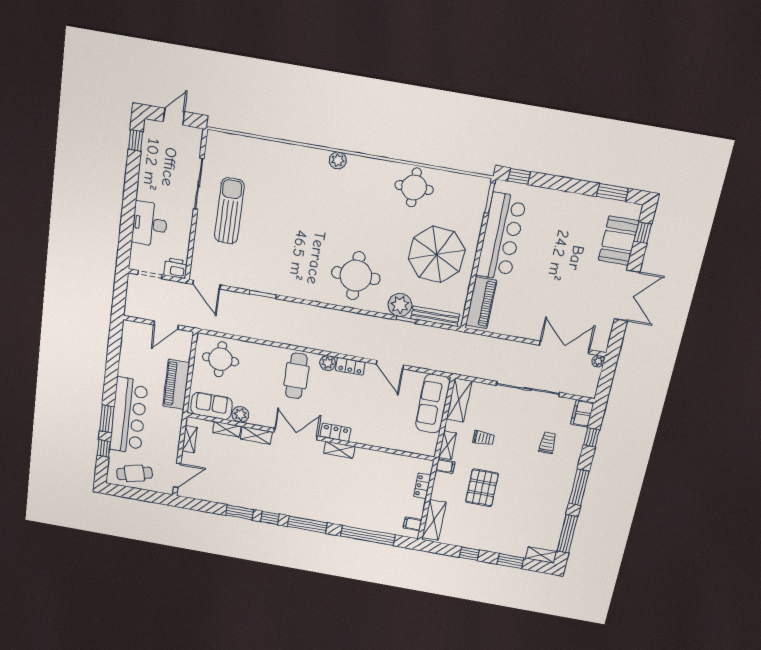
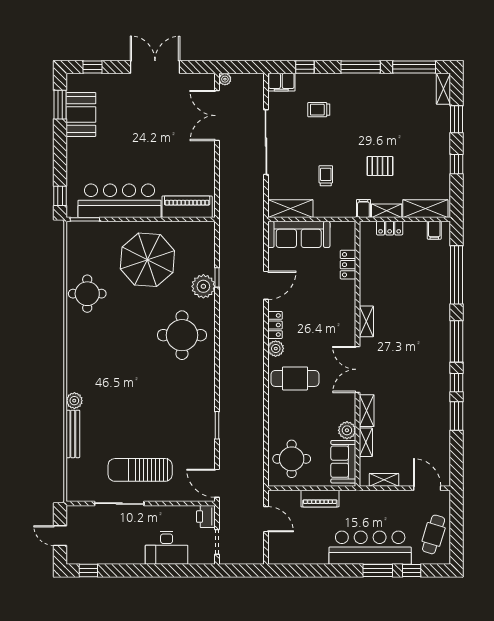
plant: (338, 160) -> (74, 401), moved
booth: (619, 241) -> (81, 114), moved, turned 90
door: (206, 285) -> (217, 483), swing flipped
bench: (435, 316) -> (73, 434), moved
piano: (176, 384) -> (320, 499), width x0.73, depth x0.75
locker: (335, 432) -> (348, 265), moved
shelving: (447, 445) -> (387, 211), moved
cafe table: (134, 473) -> (434, 534), turned 31
pallet: (482, 488) -> (380, 166), width x0.67, depth x0.71

